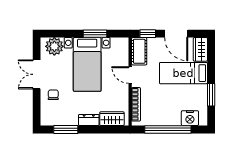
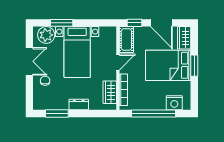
window: (95, 34) -> (62, 23), moved
bed: (183, 73) -> (168, 65), width x1.50
double door: (37, 74) -> (29, 61), swing flipped
door: (130, 75) -> (118, 62), swing flipped
window: (211, 95) -> (194, 66), moved
wardrobe: (112, 119) -> (110, 92), moved, turned -90

